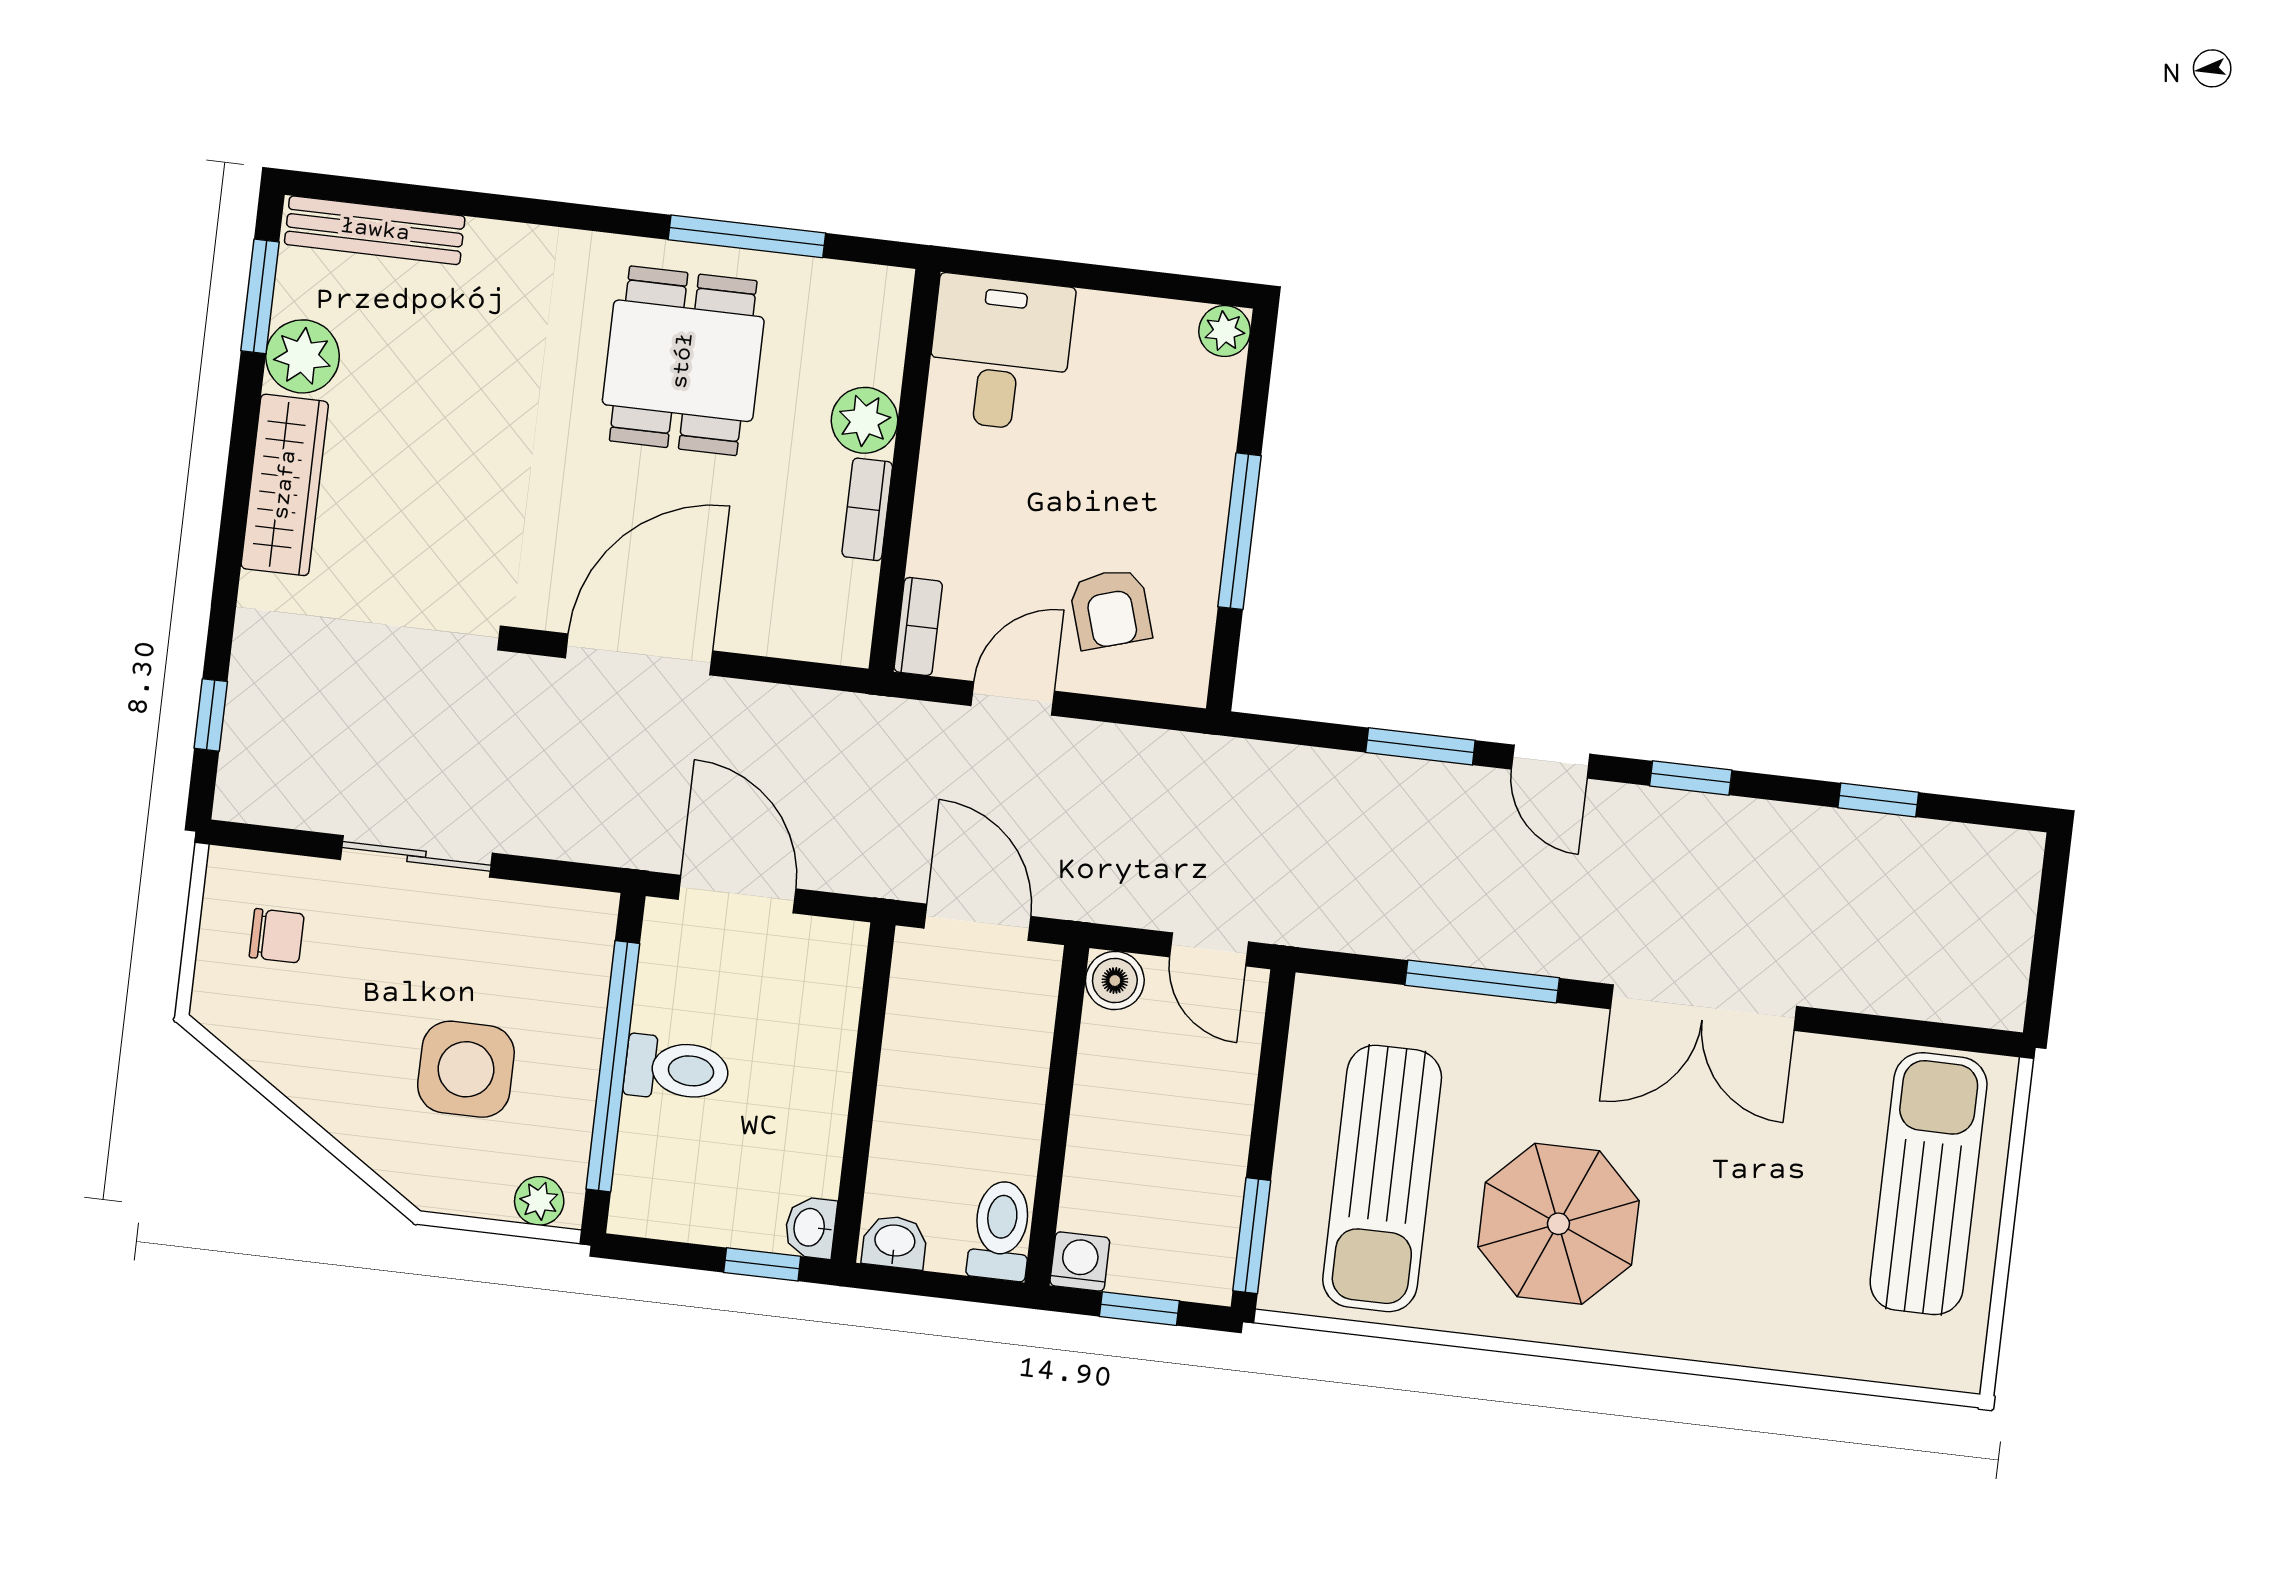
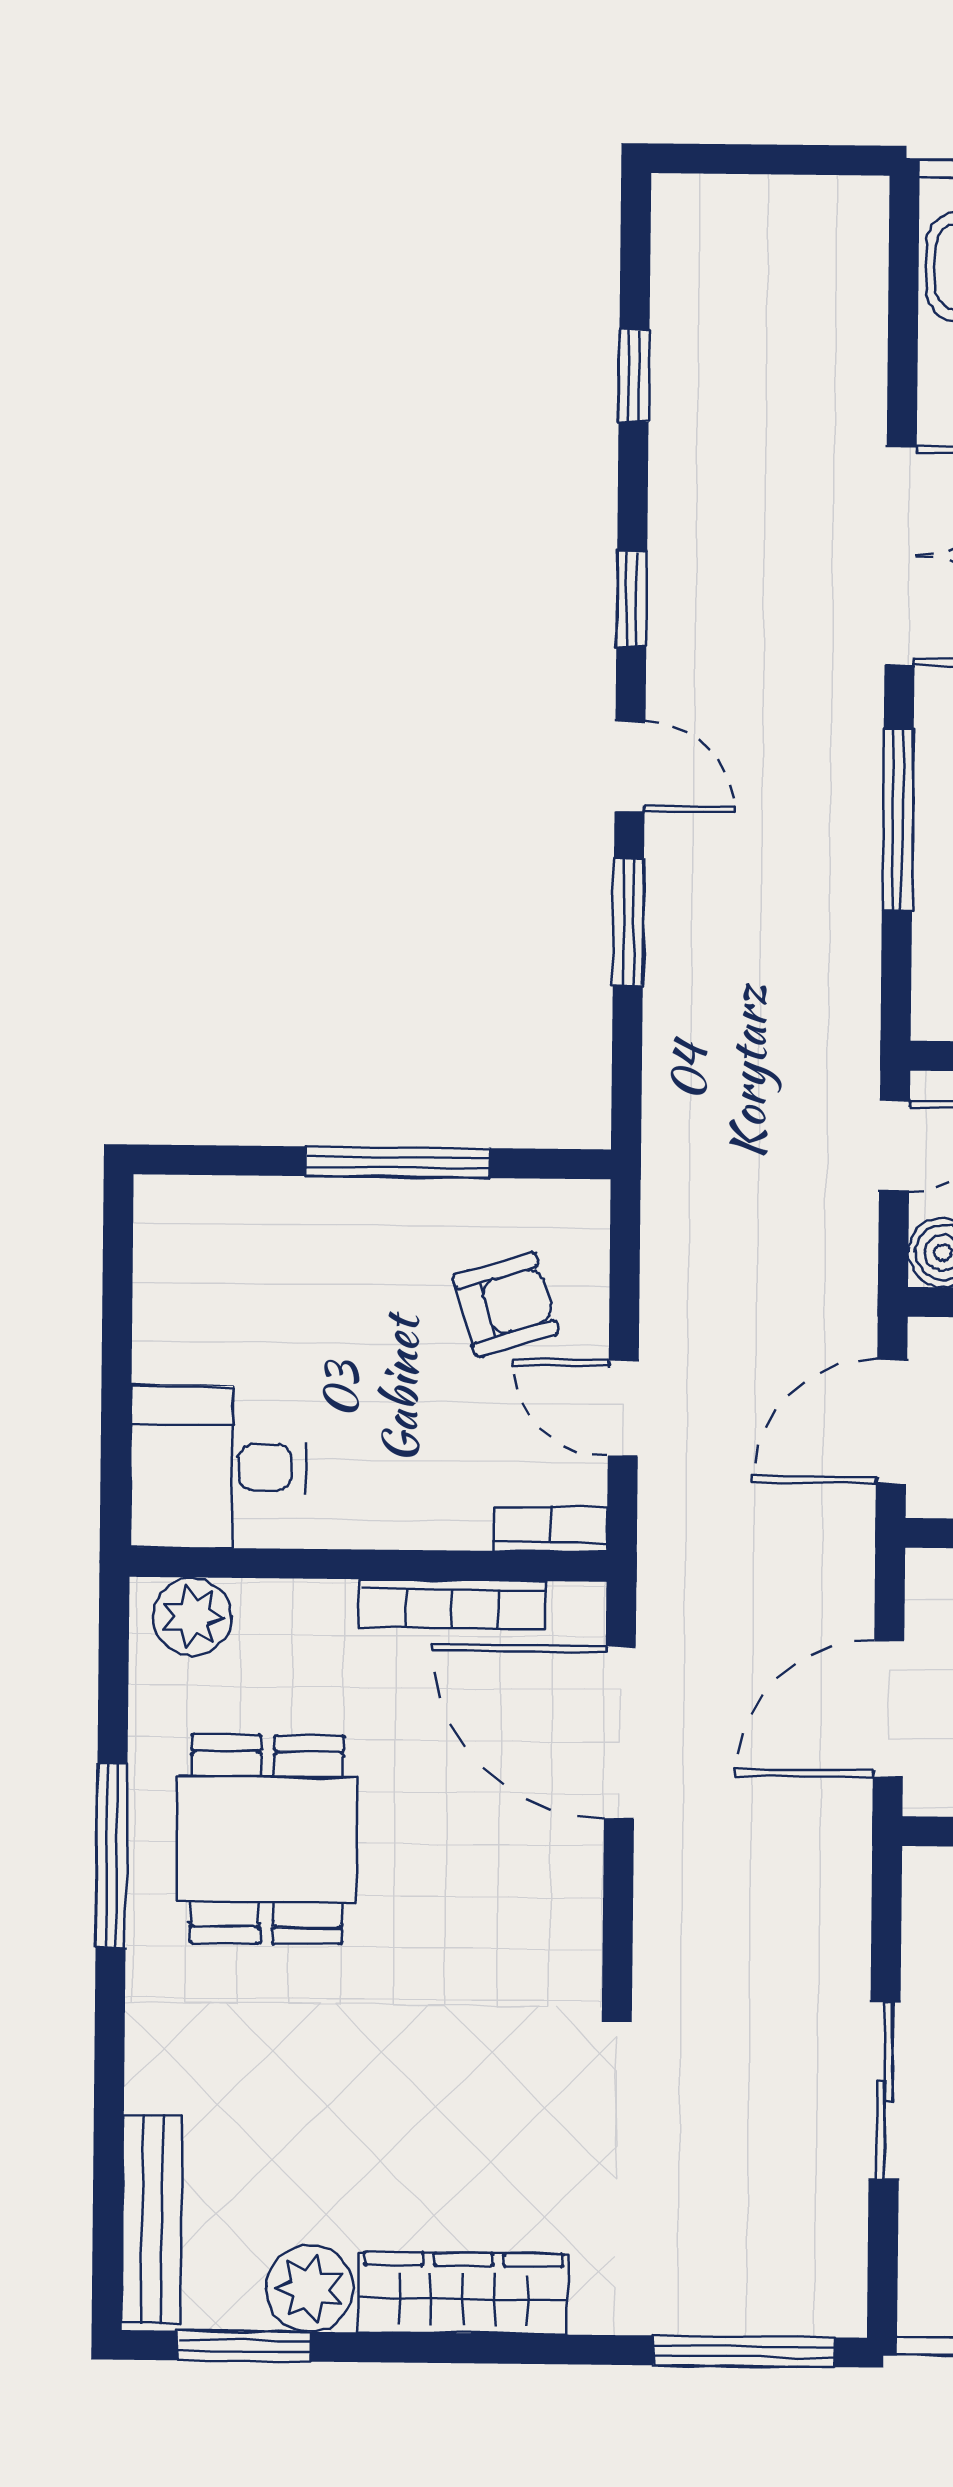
window: (747, 236) -> (112, 1855), moved
plant: (1225, 331) -> (164, 1205), removed
dining table: (683, 361) -> (267, 1839), turned 90
plant: (865, 420) -> (193, 1617), moved
bookcase: (867, 509) -> (452, 1604), width x1.56
door: (639, 654) -> (620, 1733), moved
window: (211, 715) -> (744, 2351), width x2.17
door: (1551, 762) -> (630, 767), hinge flipped

